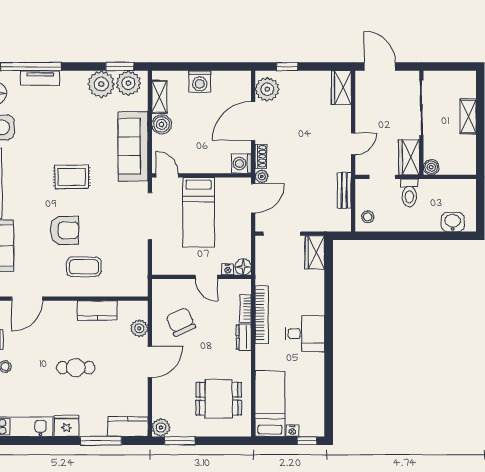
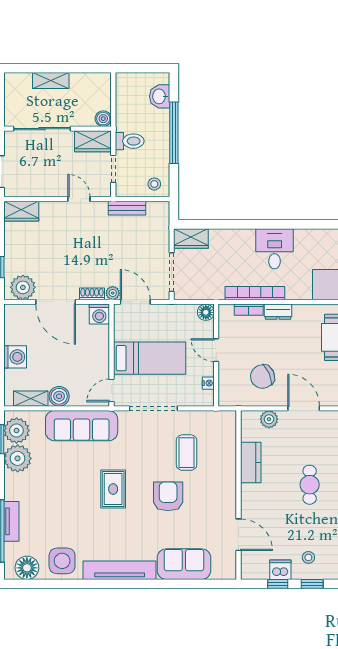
window: (418, 236) -> (174, 133), added
coffee table: (84, 267) -> (186, 453), moved
nightstand: (228, 269) -> (208, 383), moved
door: (206, 277) -> (216, 350), swing flipped

